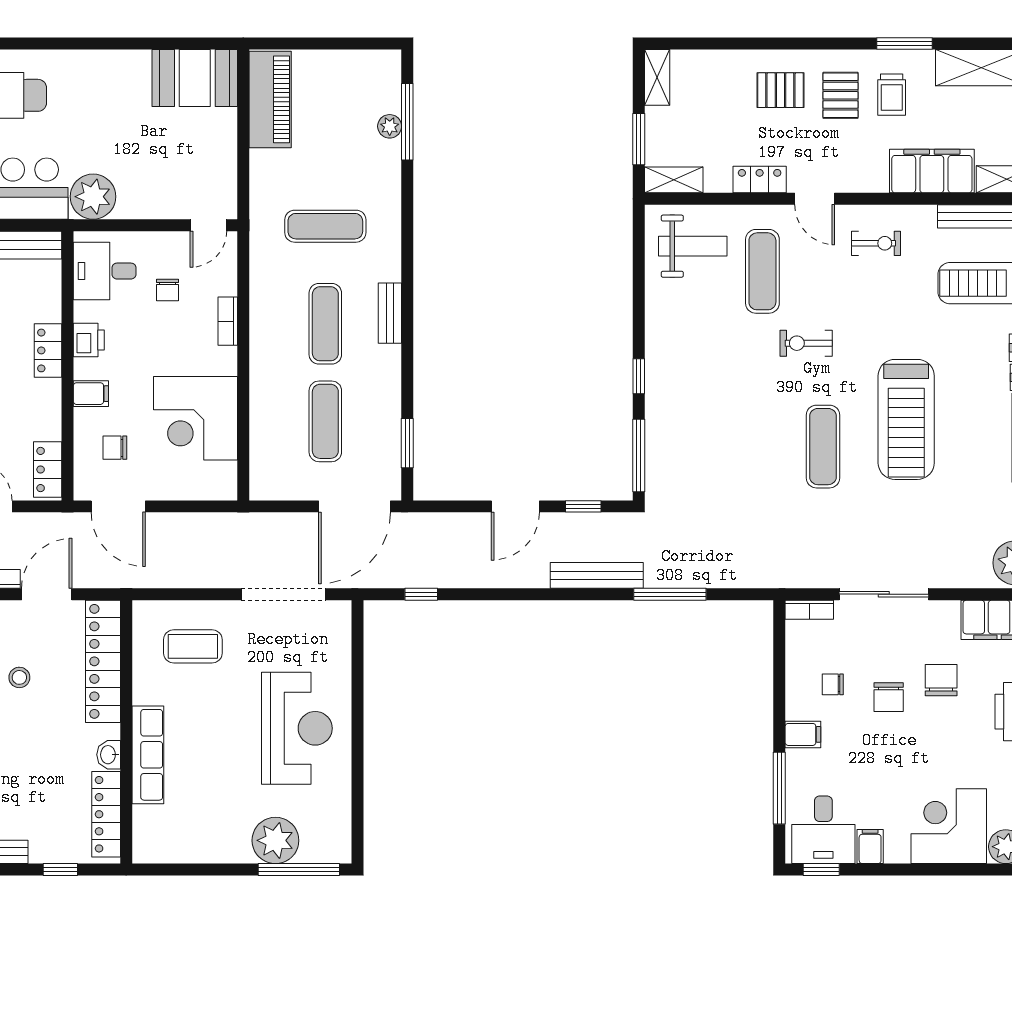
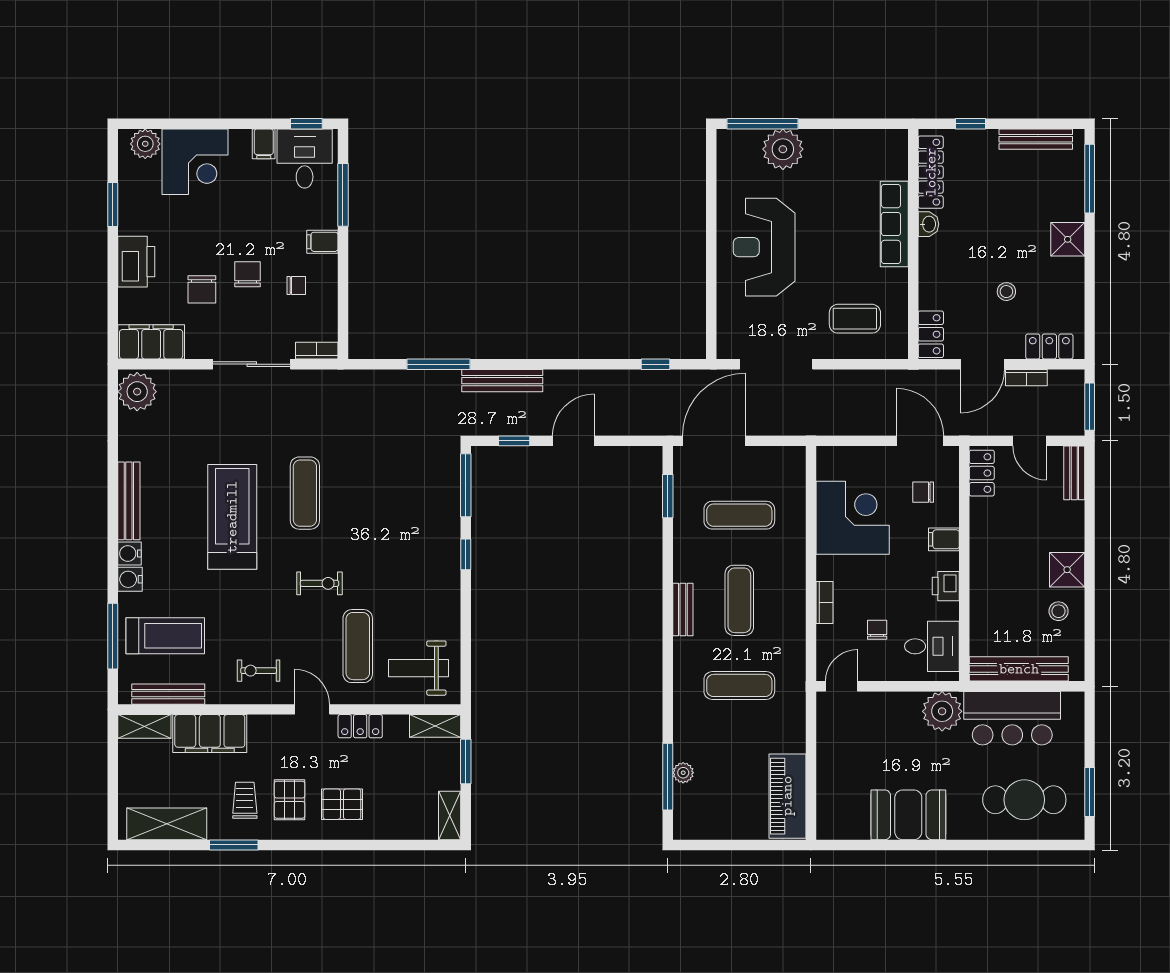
booth: (195, 78) -> (908, 815), moved
locker: (48, 350) -> (981, 577), removed
exercise mat: (325, 421) -> (739, 515), turned 90
chair: (115, 448) -> (923, 492), turned 180
locker: (103, 661) -> (931, 334), width x0.46, depth x0.83

